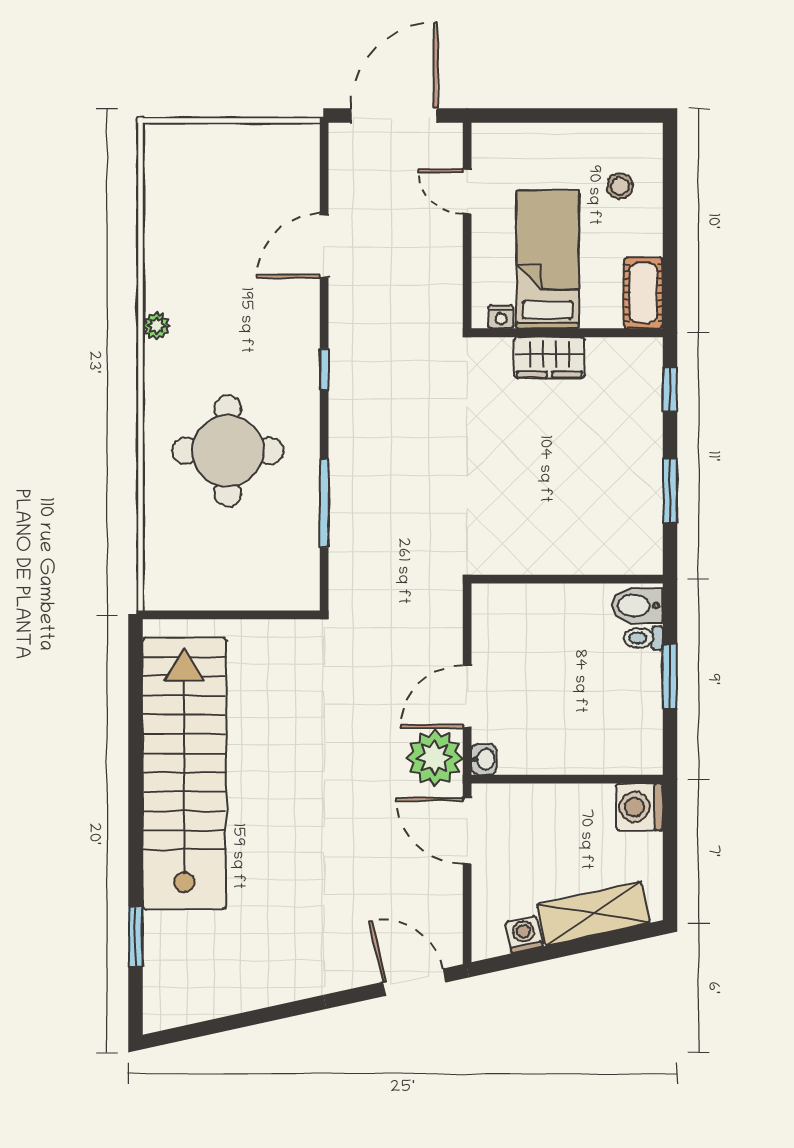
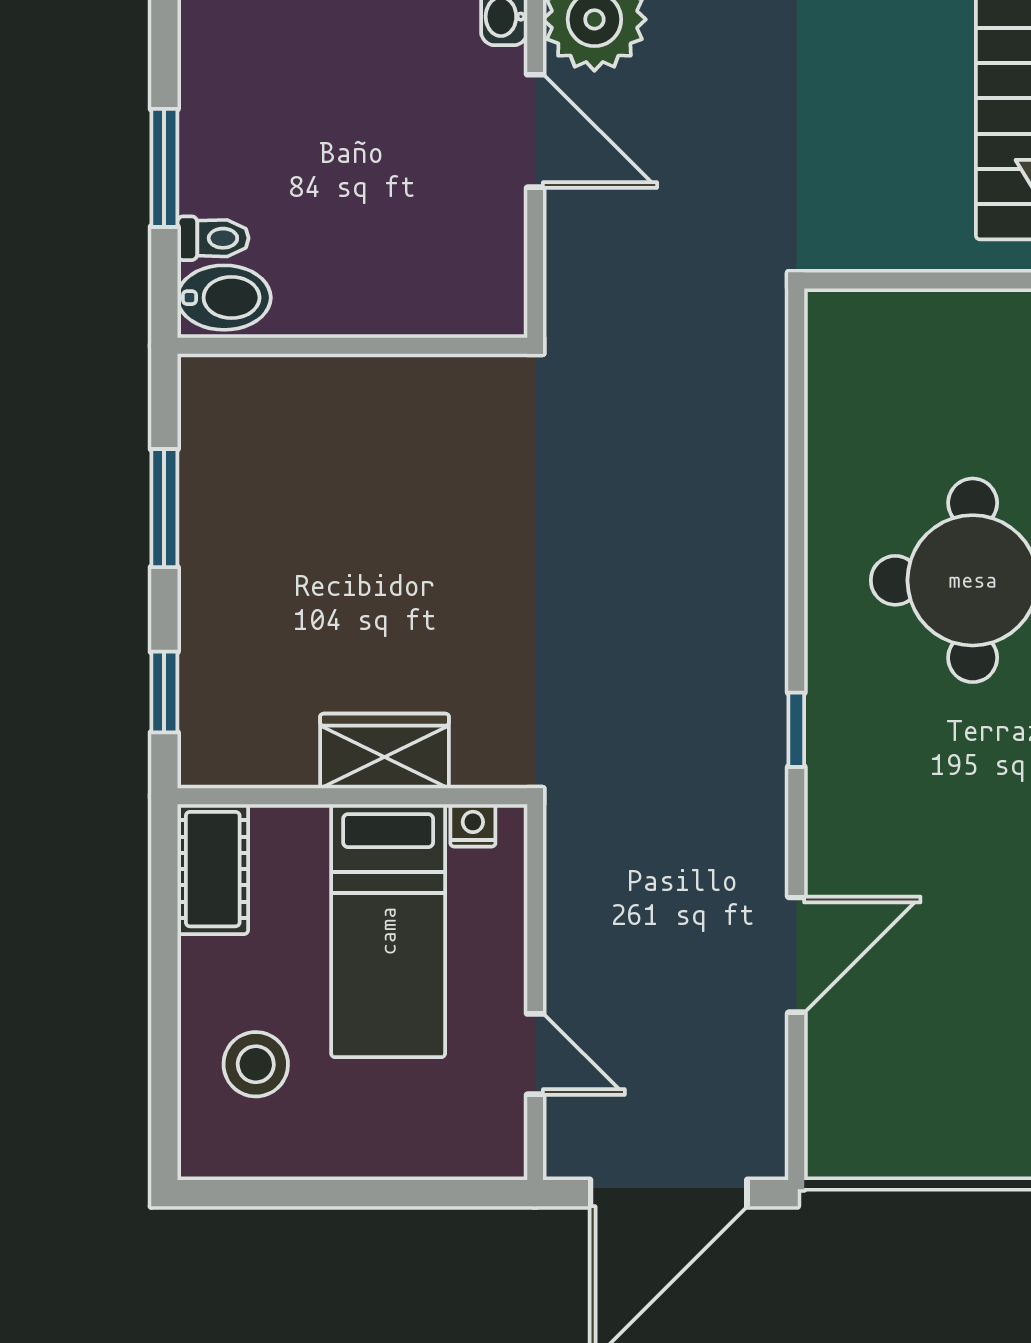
stool: (620, 186) -> (256, 1064), width x1.37, depth x1.37
window: (324, 503) -> (796, 485), removed
door: (467, 697) -> (535, 131), hinge flipped

